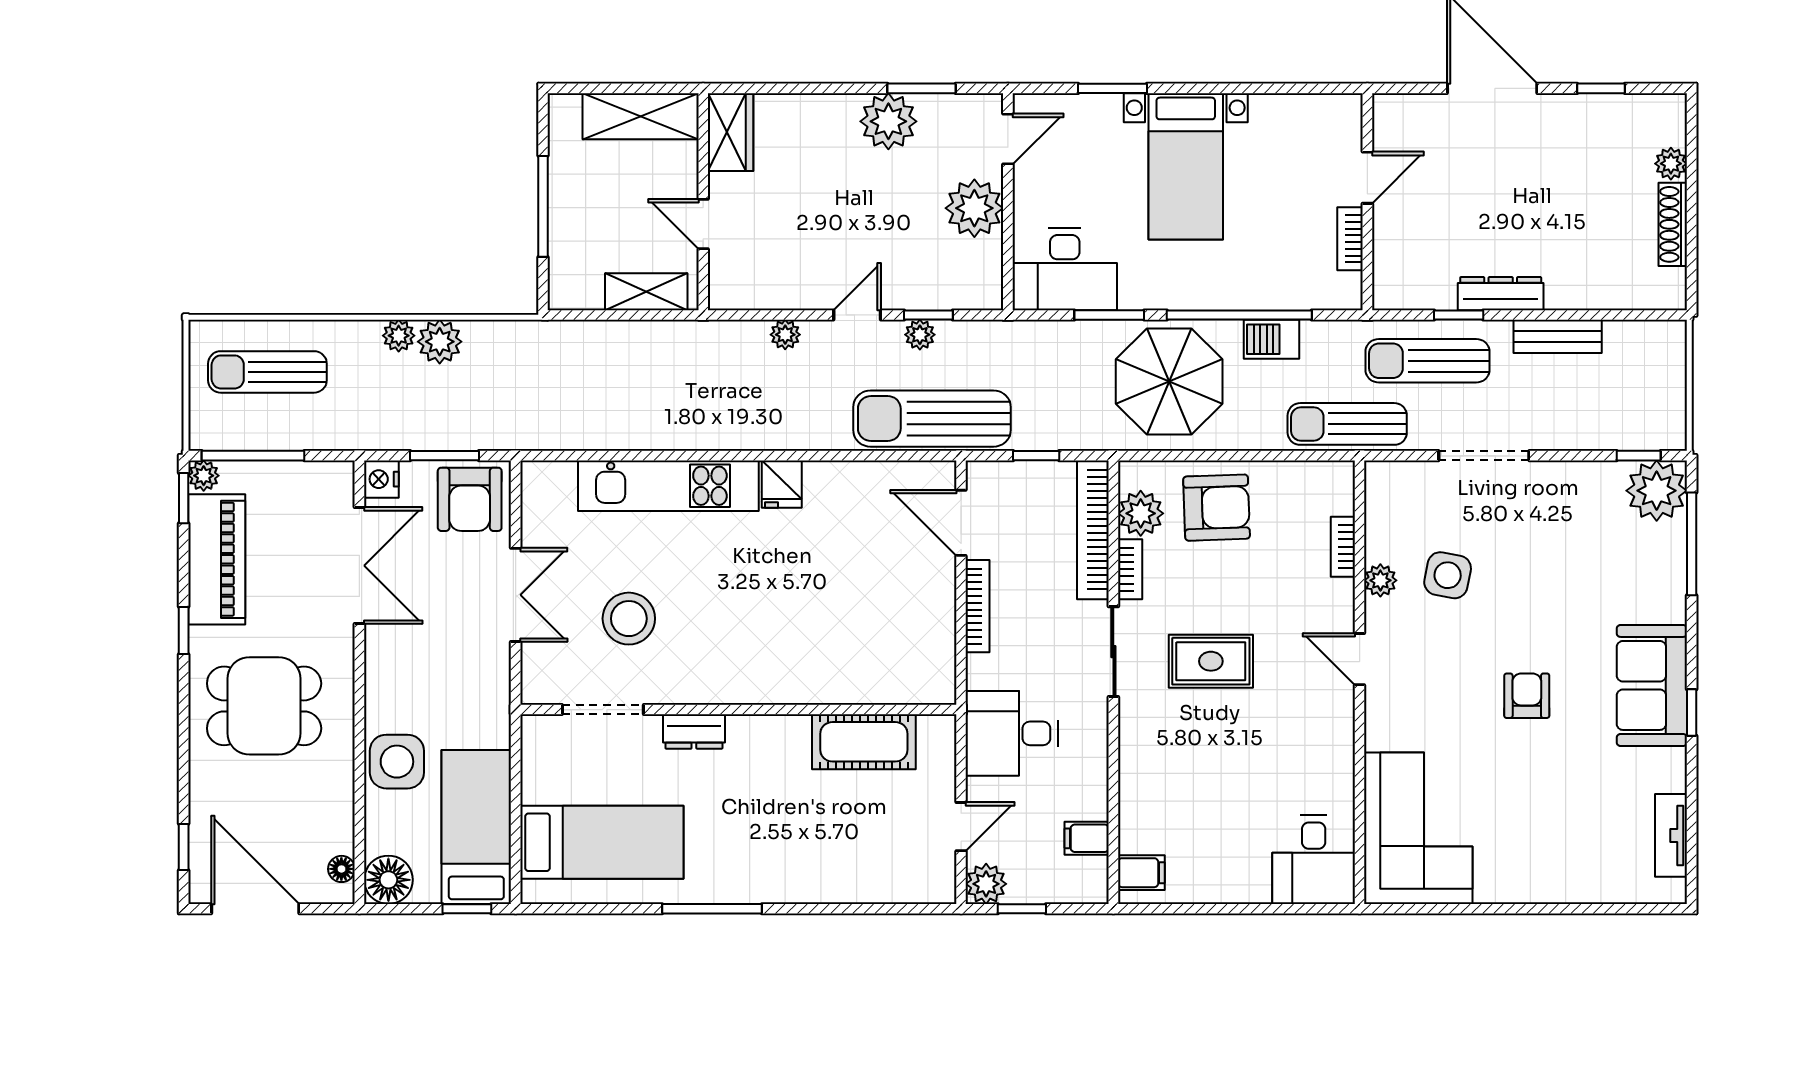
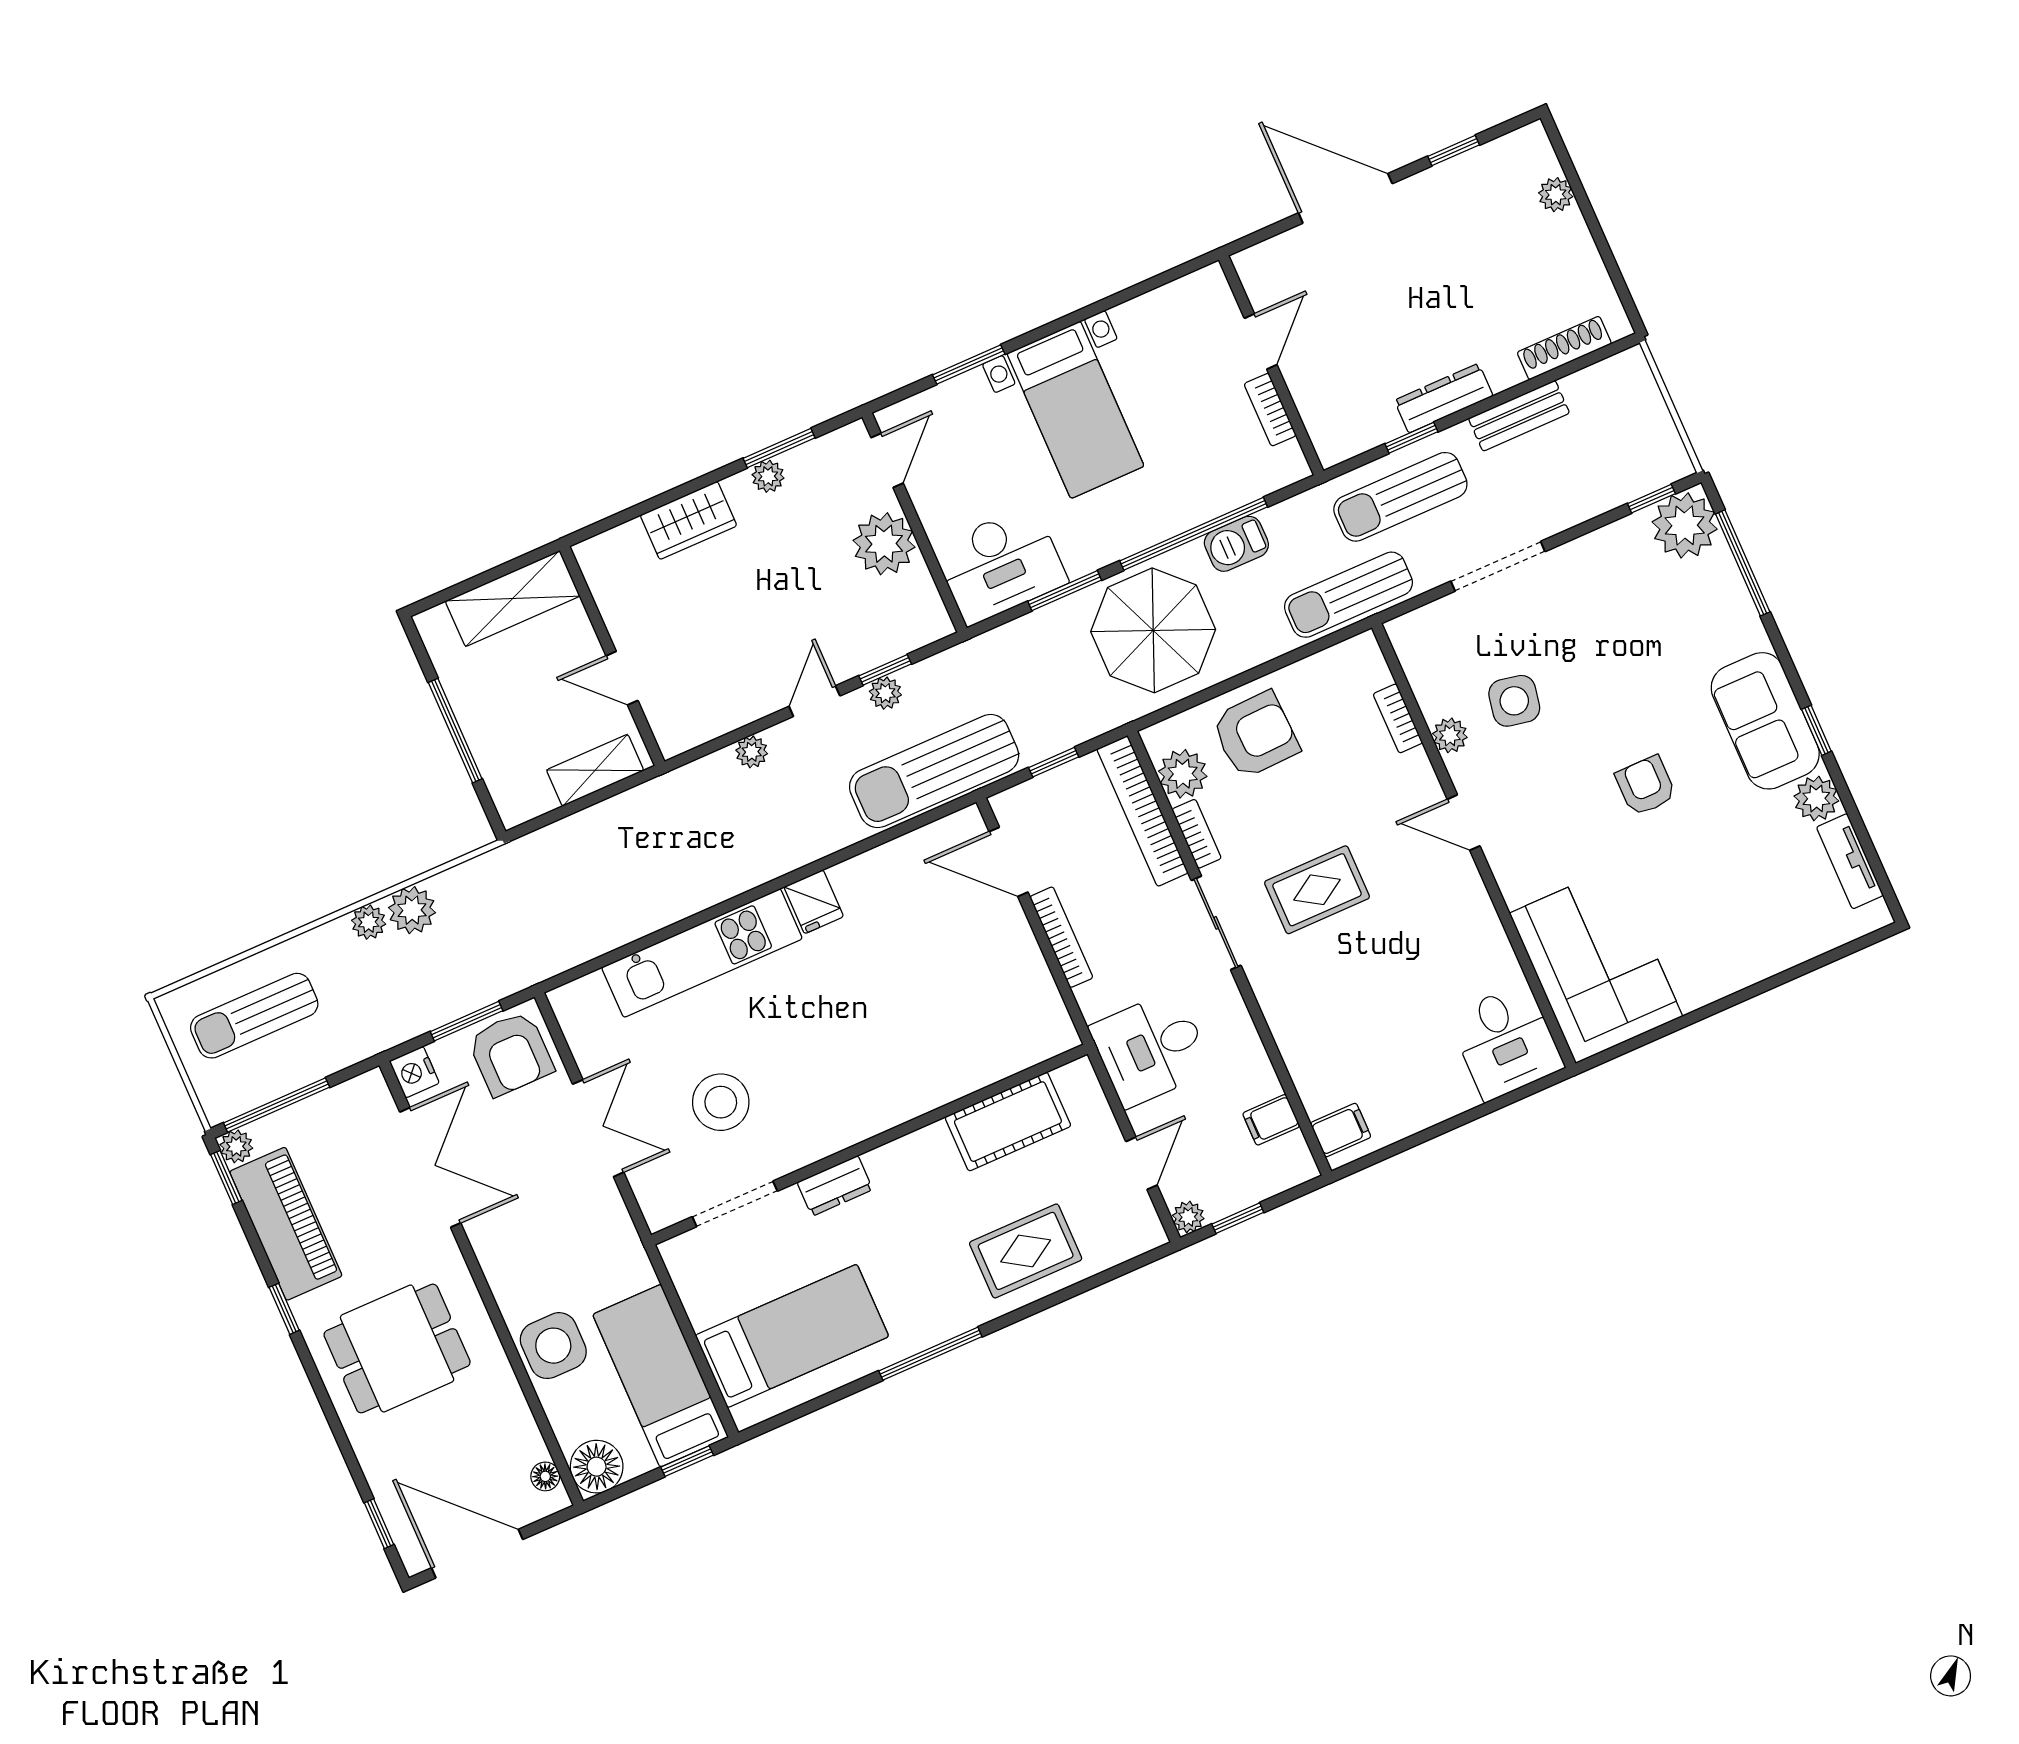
plant: (888, 121) -> (768, 476), width x0.53, depth x0.53
wardrobe: (731, 132) -> (689, 520), moved, turned 90
shoe rack: (1673, 224) -> (1564, 348), moved, turned 90
plant: (1666, 770) -> (1816, 799), added
rug: (831, 858) -> (1026, 1251), added
plant: (986, 884) -> (1188, 1217), width x0.73, depth x0.73

